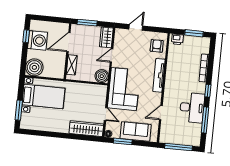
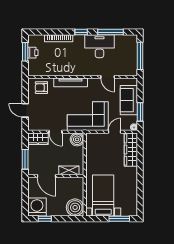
printer: (177, 39) -> (33, 53), moved
washing machine: (38, 40) -> (37, 207), moved

